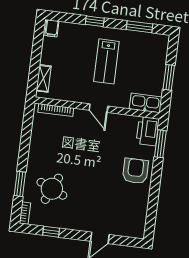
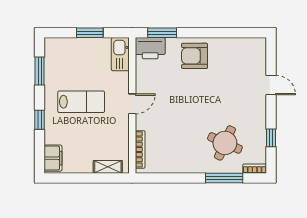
filing cabinet: (52, 28) -> (53, 158), width x2.00
window: (20, 184) -> (224, 178), width x1.44

